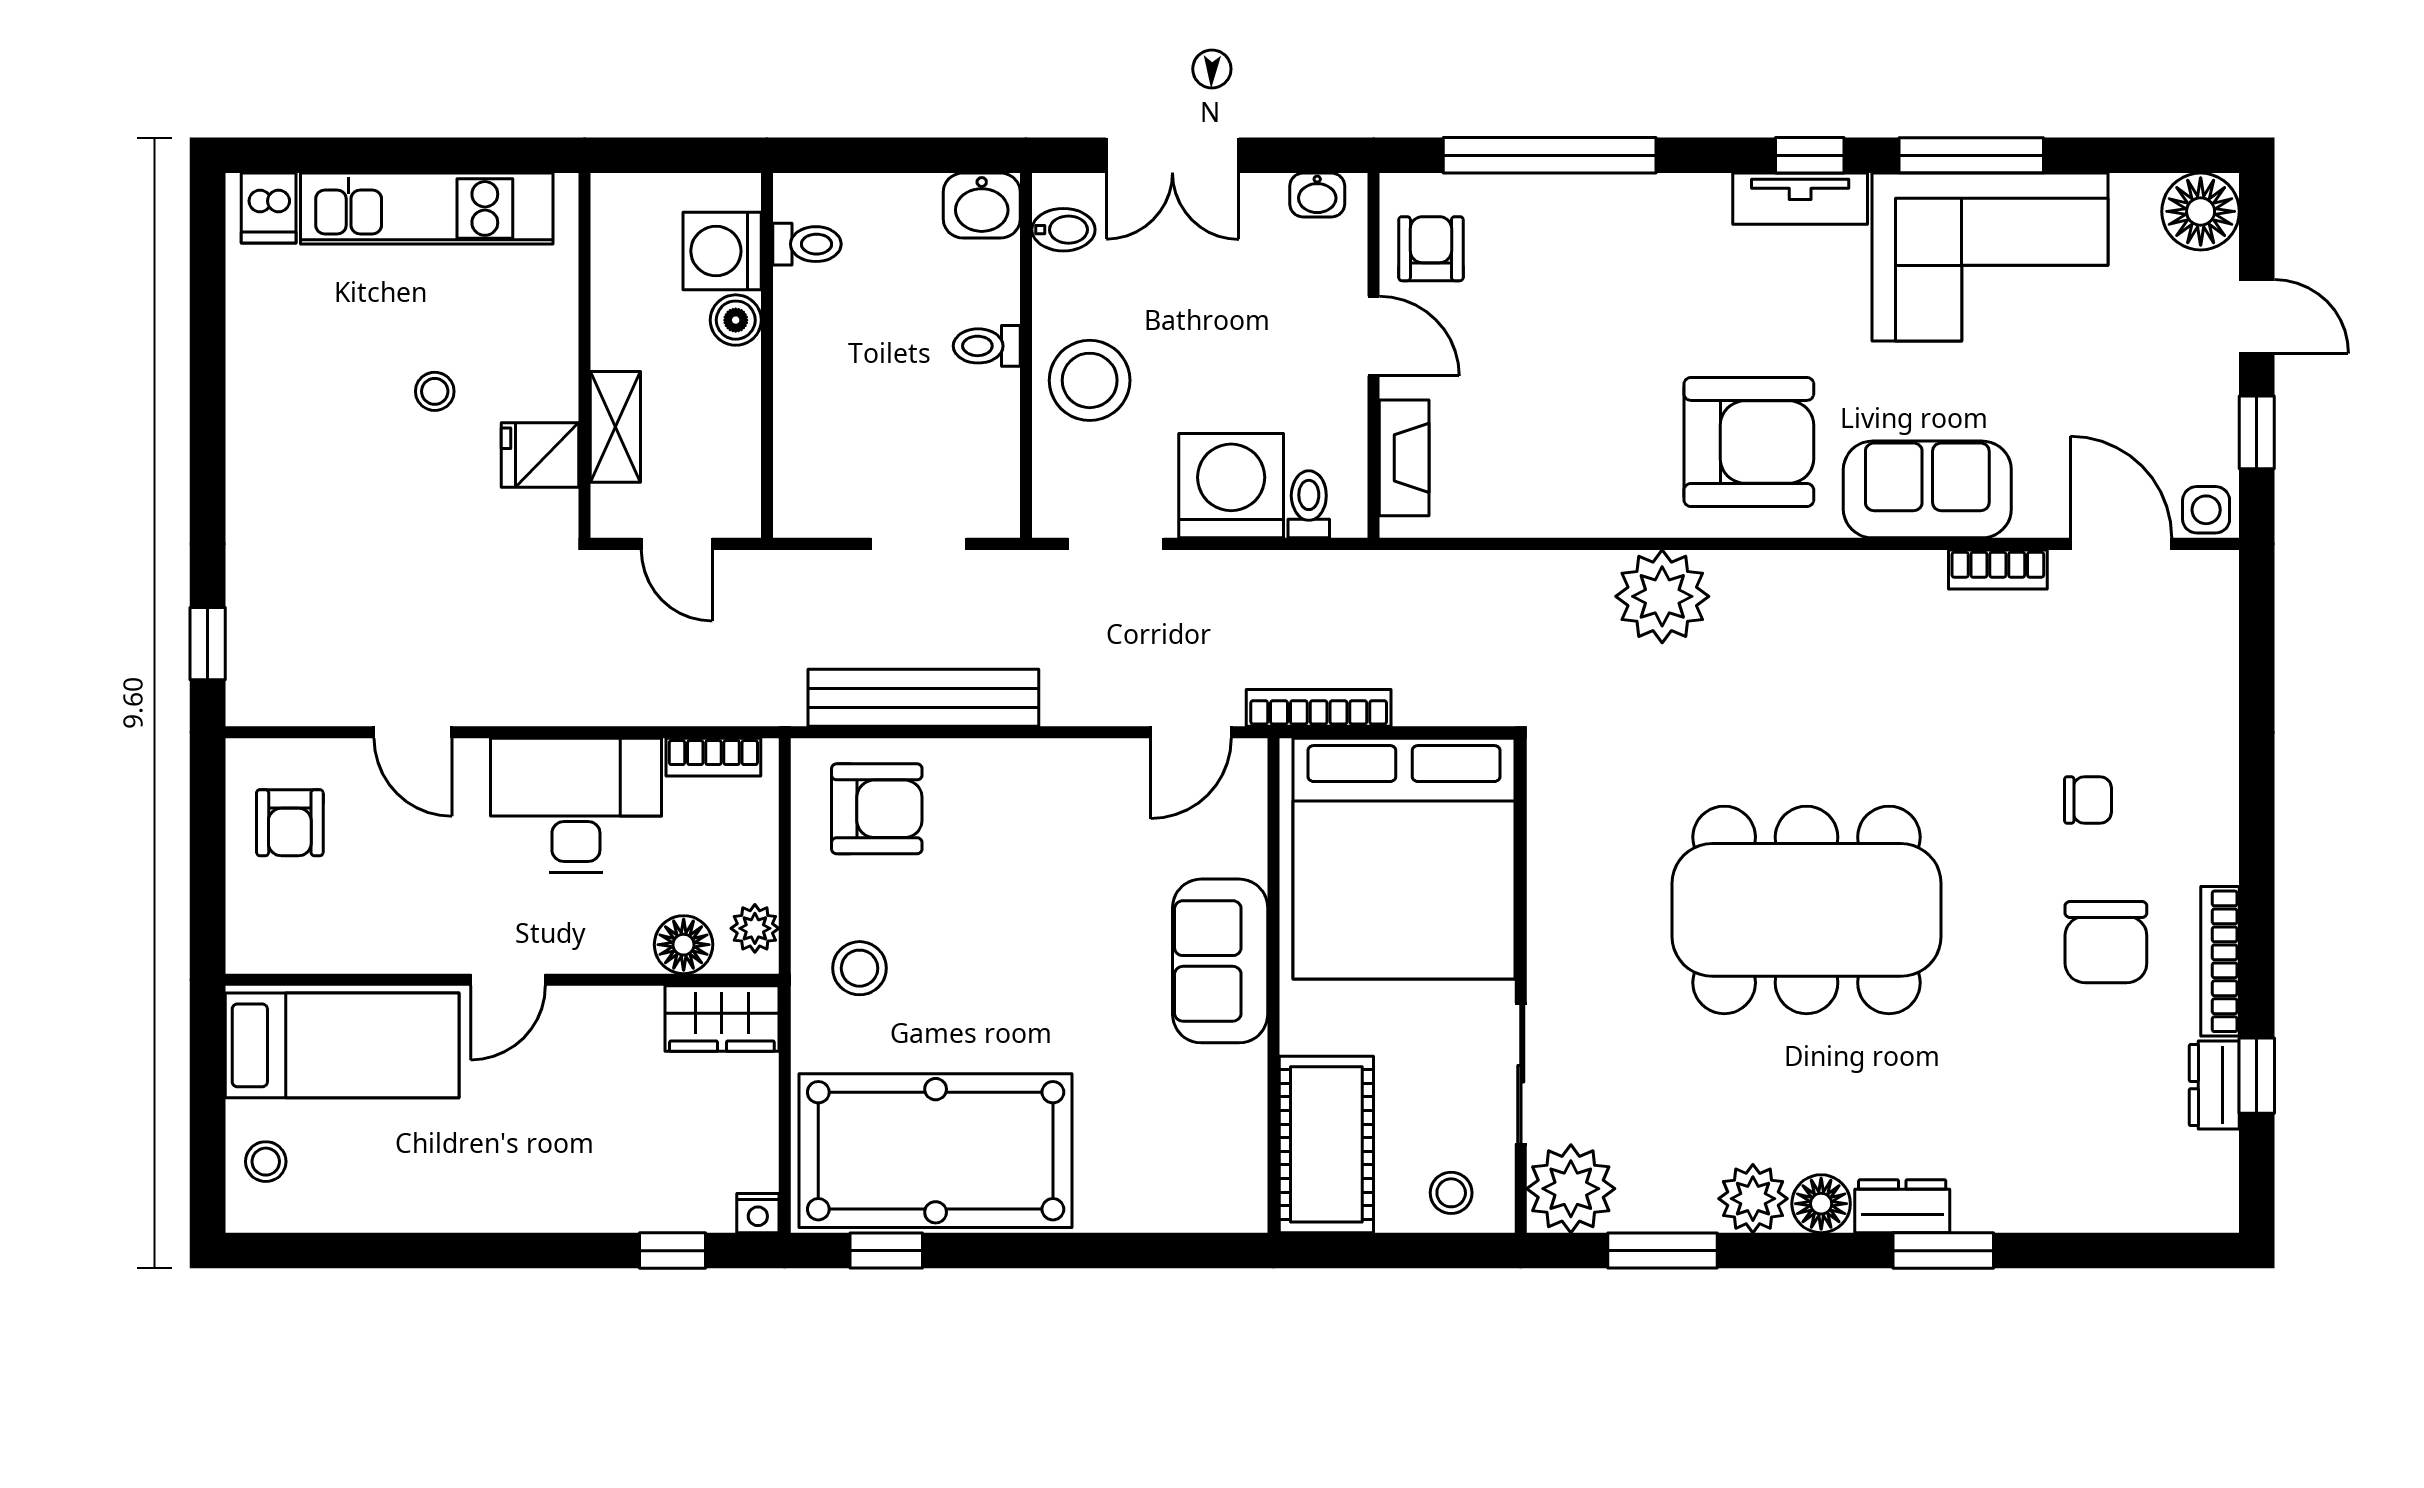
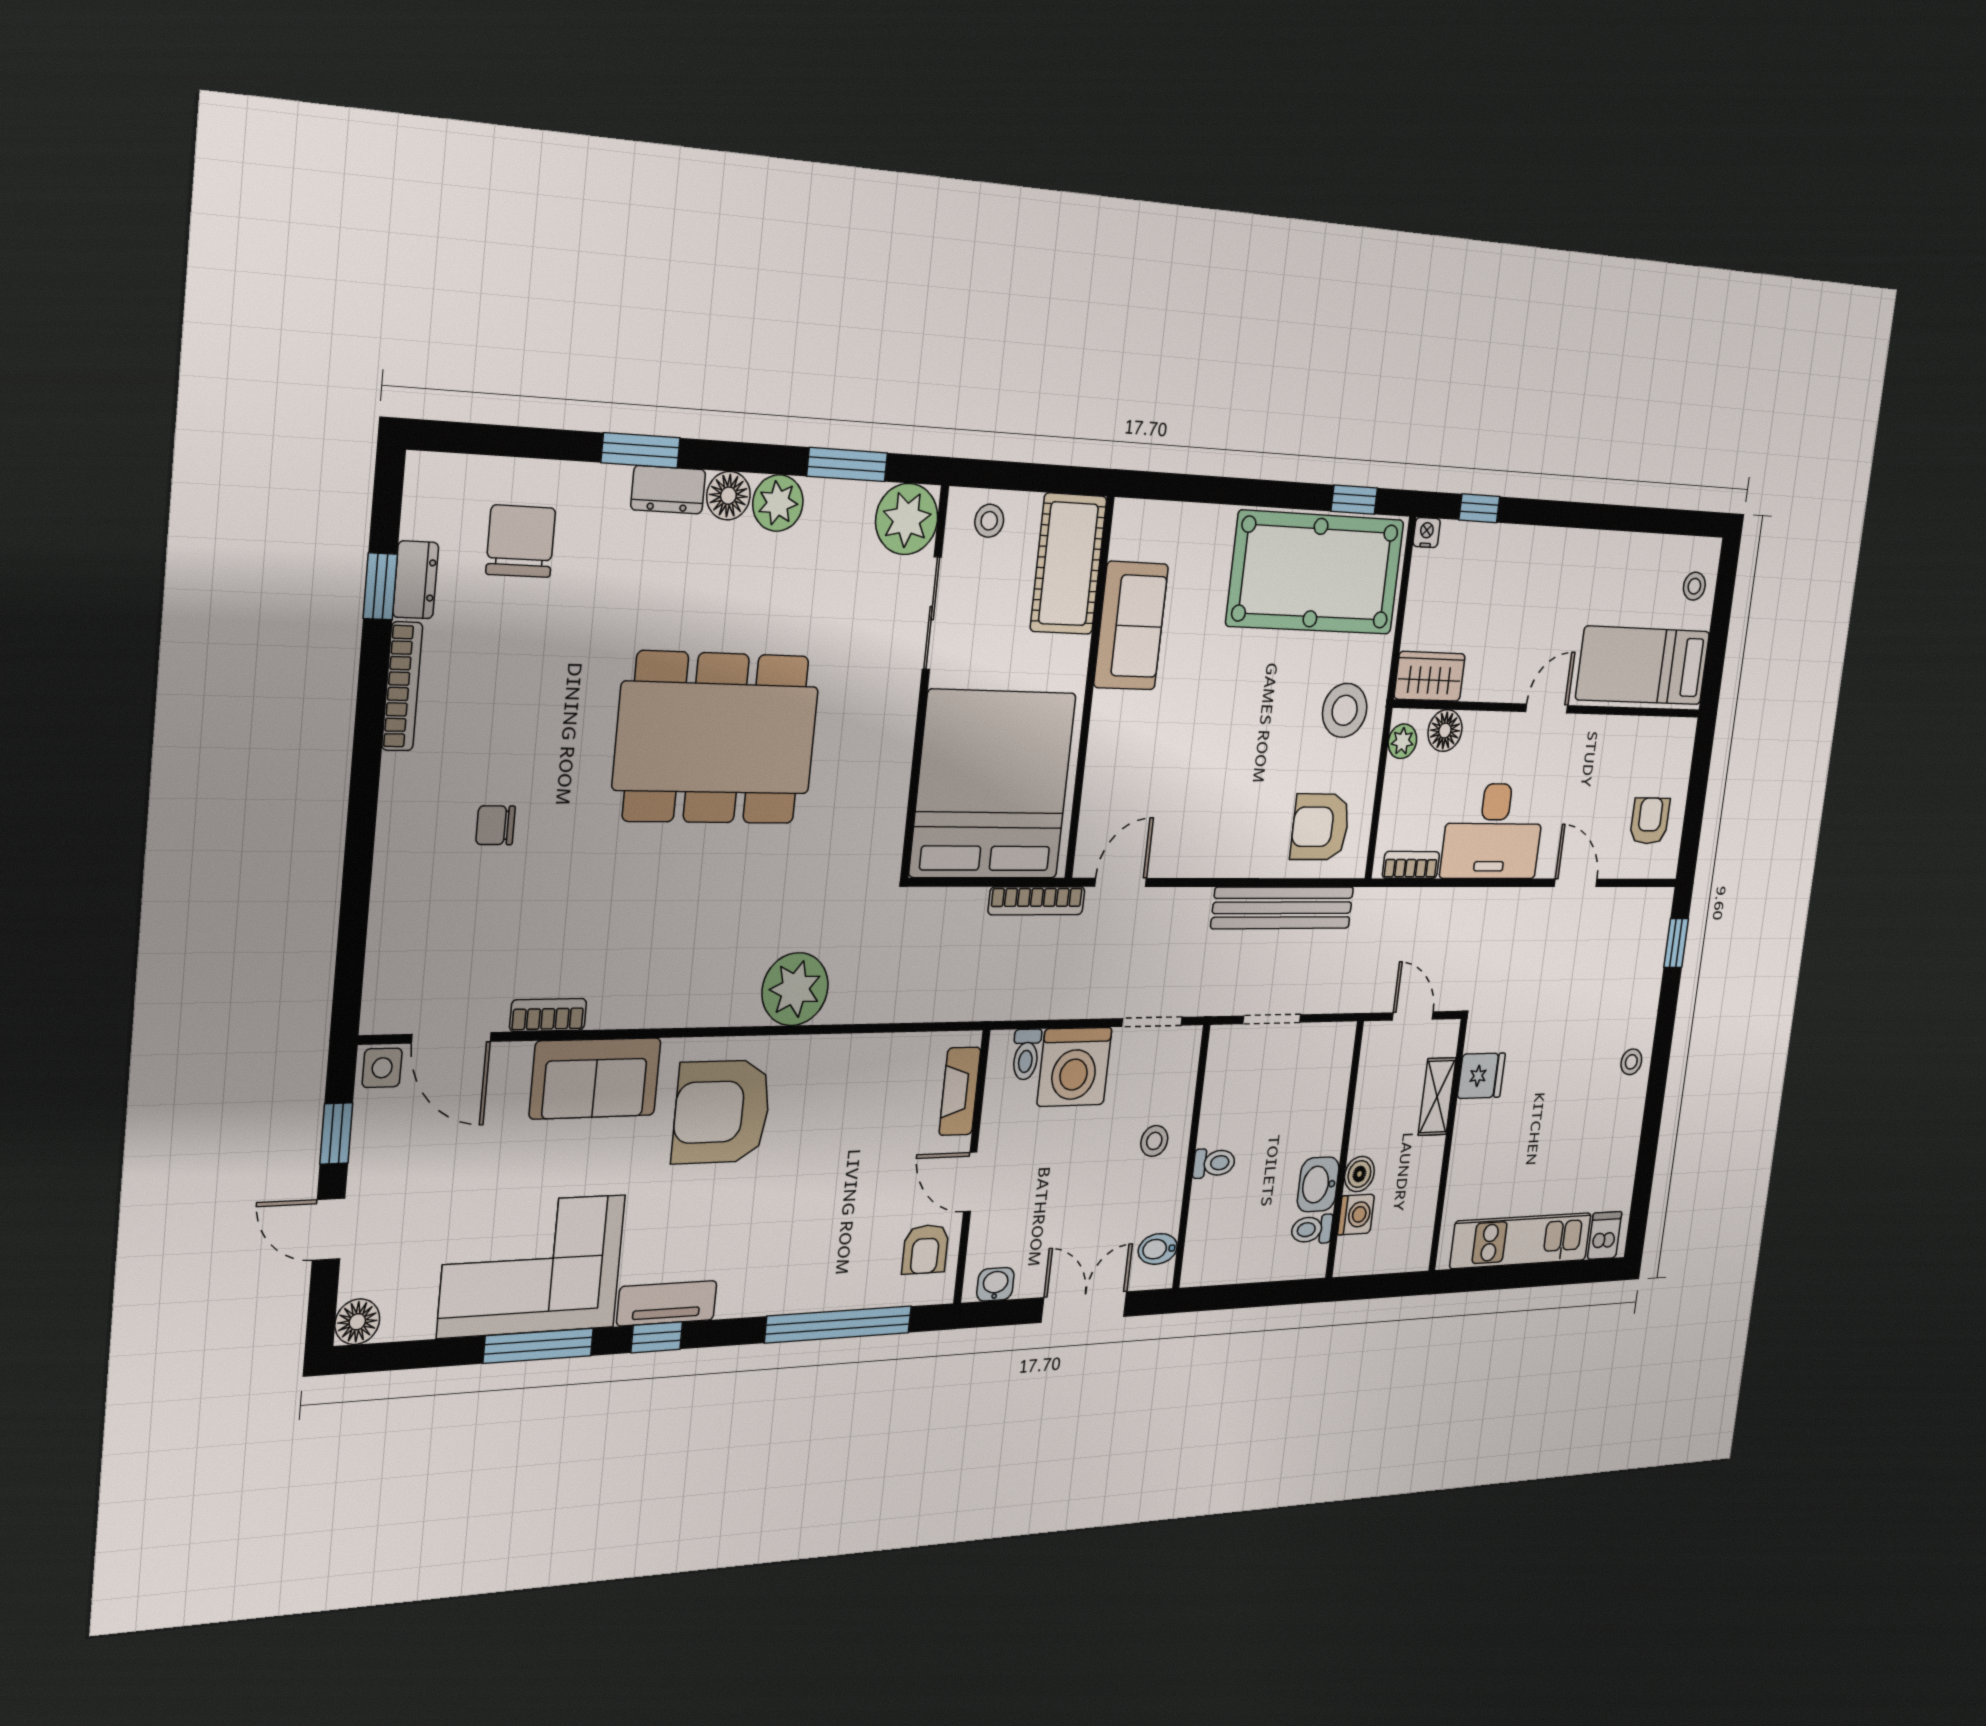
washbasin: (982, 205) -> (1318, 1184), moved, turned -90
floor lamp: (2201, 211) -> (357, 1322), width x0.73, depth x0.73
washing machine: (722, 251) -> (1356, 1215), width x0.73, depth x0.73
stool: (1090, 380) -> (1154, 1141), width x0.53, depth x0.53
stool: (435, 391) -> (1631, 1062), moved
chair: (2106, 942) -> (521, 541), moved
sofa: (1220, 961) -> (1131, 626), moved
stool: (860, 968) -> (1345, 710), width x1.38, depth x1.38

